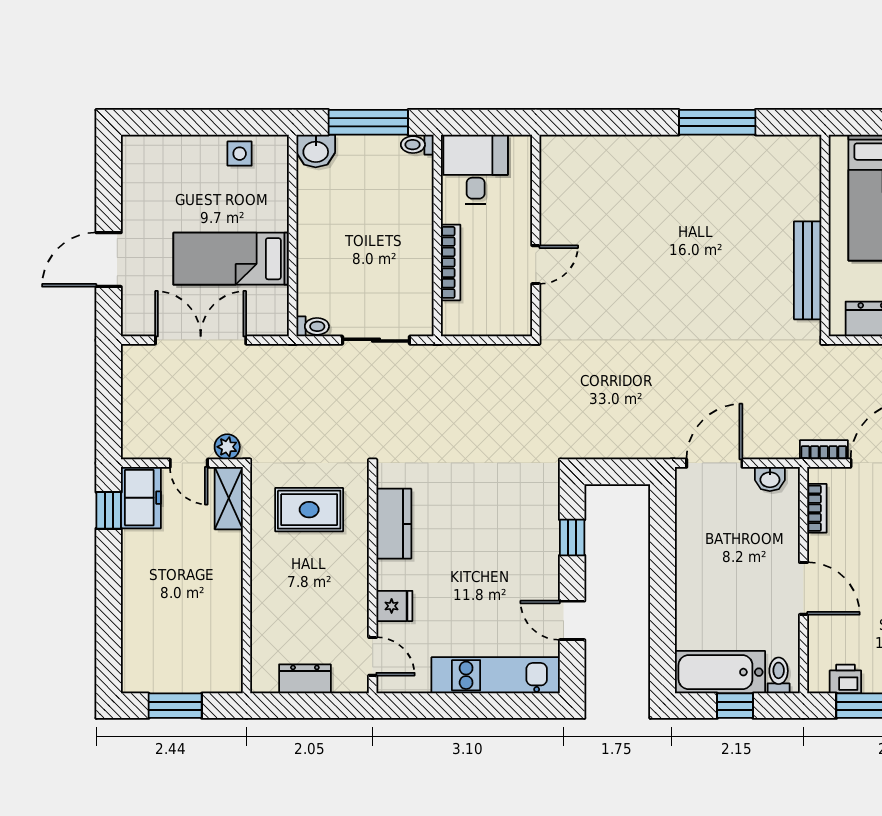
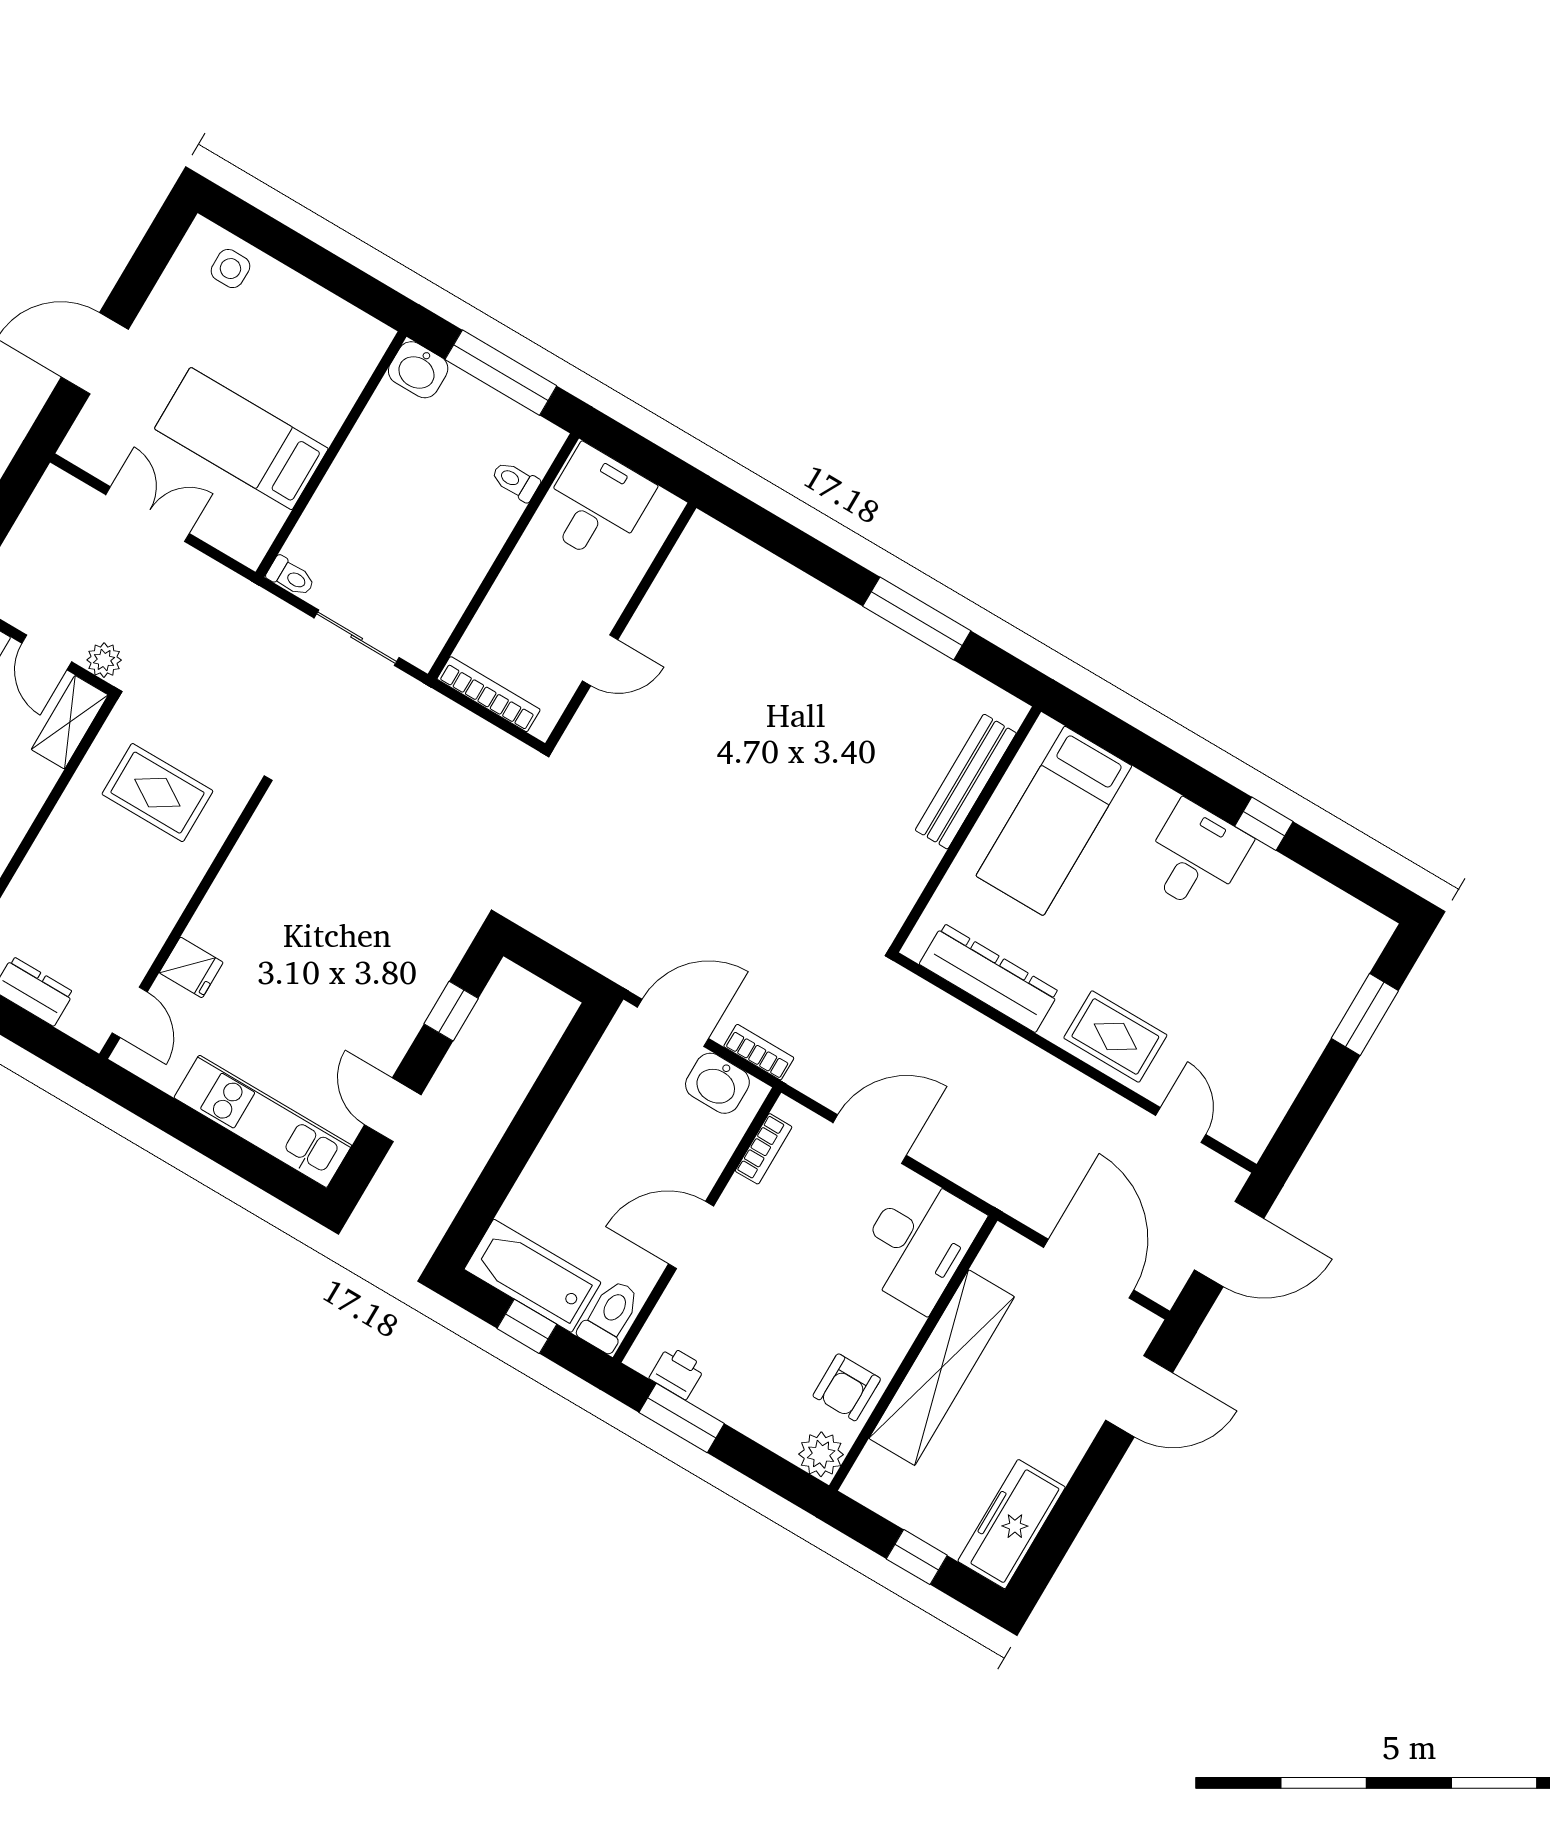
toilet: (417, 145) -> (516, 481), moved
side table: (240, 154) -> (230, 269), moved
bookcase: (451, 262) -> (489, 694), moved, turned -90
bench: (808, 270) -> (966, 782), moved
double door: (201, 340) -> (148, 514), width x0.73
bookcase: (824, 450) -> (759, 1052), moved
washbasin: (770, 479) -> (717, 1083), width x1.38, depth x1.45
kitchen counter: (394, 524) -> (249, 869), removed
door: (803, 588) -> (691, 1235), swing flipped
toilet: (779, 675) -> (610, 1316), width x1.37, depth x1.39

